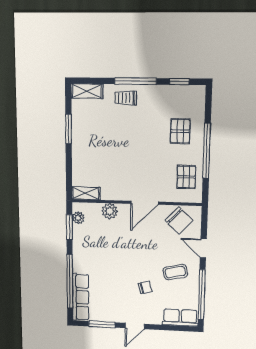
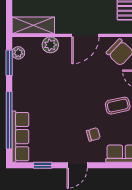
shelving: (86, 193) -> (33, 25), width x1.50, depth x1.33
chair: (145, 287) -> (93, 134), moved
window: (102, 324) -> (43, 165), width x0.67

